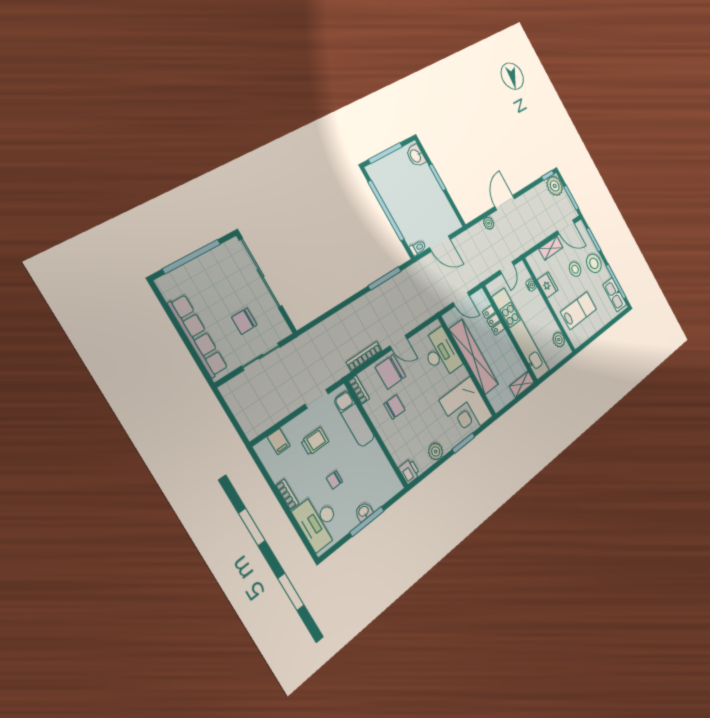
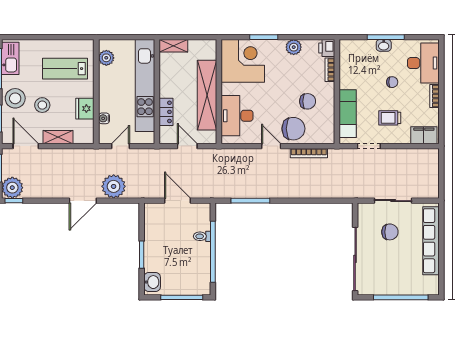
plant: (489, 223) -> (114, 186), width x1.87, depth x1.87
toilet: (418, 248) -> (202, 236), moved
bookcase: (359, 390) -> (330, 70), moved
chair: (395, 407) -> (308, 101), turned 180
filing cabinet: (279, 441) -> (424, 135), width x2.00

